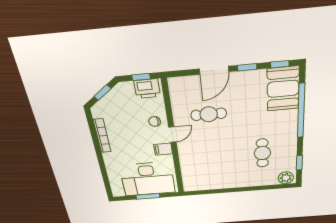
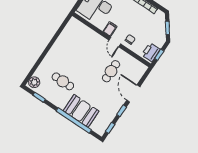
booth: (283, 89) -> (81, 111), moved

